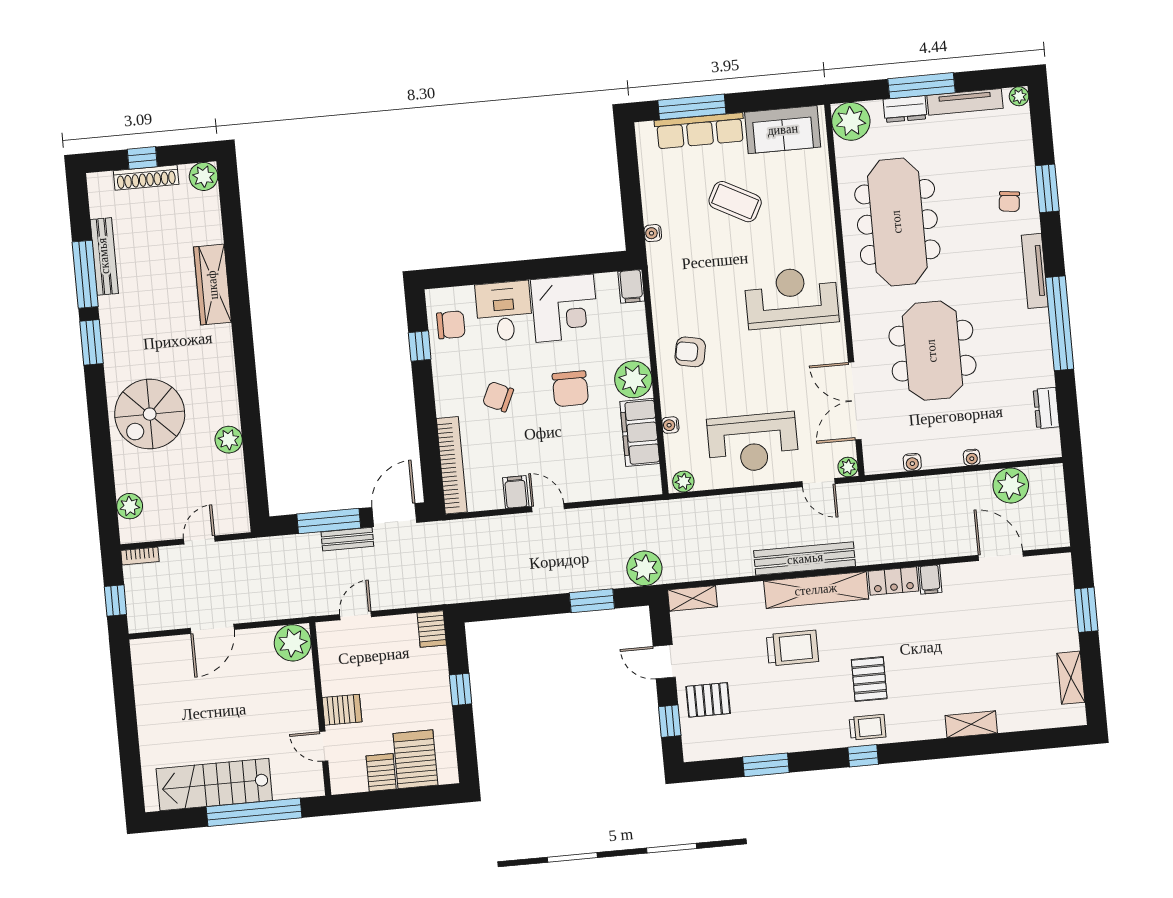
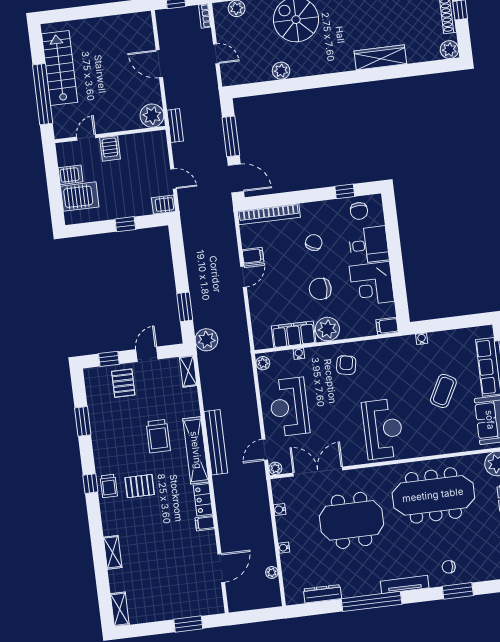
dresser: (1046, 408) -> (322, 594), width x1.44
plant: (1011, 486) -> (272, 572), width x0.53, depth x0.53
bench: (347, 539) -> (175, 126), moved
door: (356, 616) -> (174, 179), moved
shelving: (1071, 678) -> (120, 609), moved, turned 90

